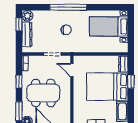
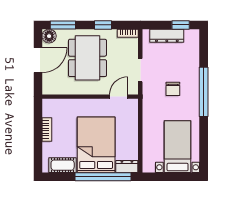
plant: (27, 16) -> (192, 36), removed
window: (131, 82) -> (103, 177), width x3.17

